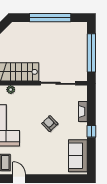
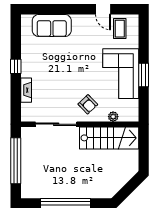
armchair: (50, 124) -> (88, 104), moved
sofa: (78, 156) -> (52, 26), moved, turned 90

